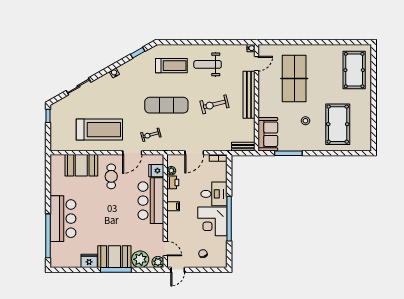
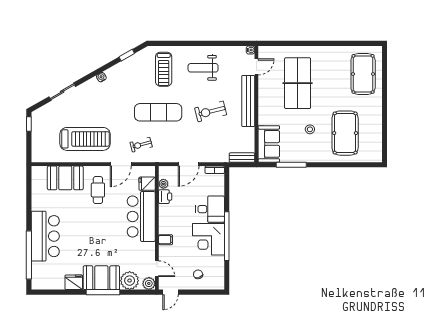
treadmill: (171, 66) -> (164, 69), turned 90
filing cabinet: (173, 206) -> (166, 240), moved

